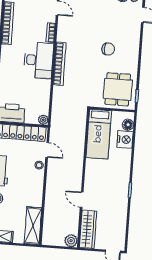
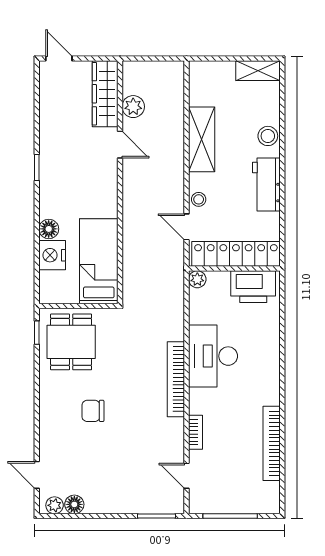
desk: (39, 60) -> (213, 356), moved
floor lamp: (128, 125) -> (49, 229), moved
shelving: (33, 226) -> (202, 139), moved
plant: (71, 241) -> (133, 107), moved

